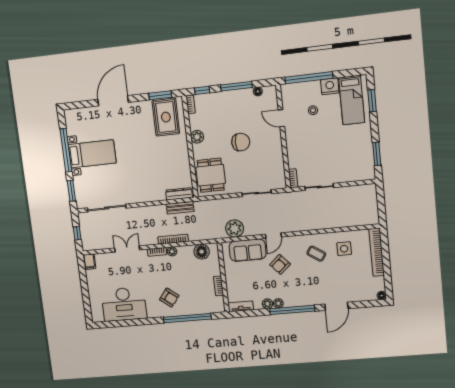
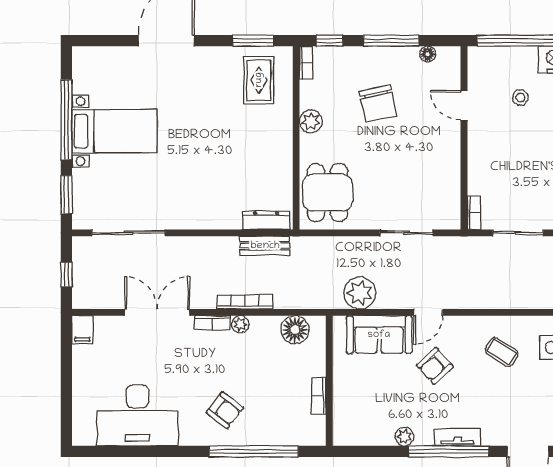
rug: (166, 117) -> (259, 80), width x0.73, depth x0.70
chair: (241, 142) -> (378, 103), moved, turned 78
double door: (127, 249) -> (157, 312), width x1.37
plant: (278, 303) -> (424, 437), removed
tv unit: (241, 306) -> (458, 437), moved

